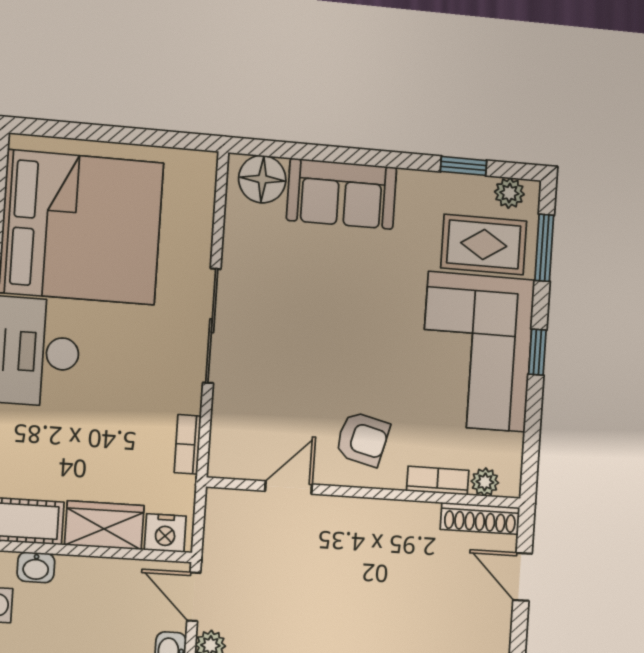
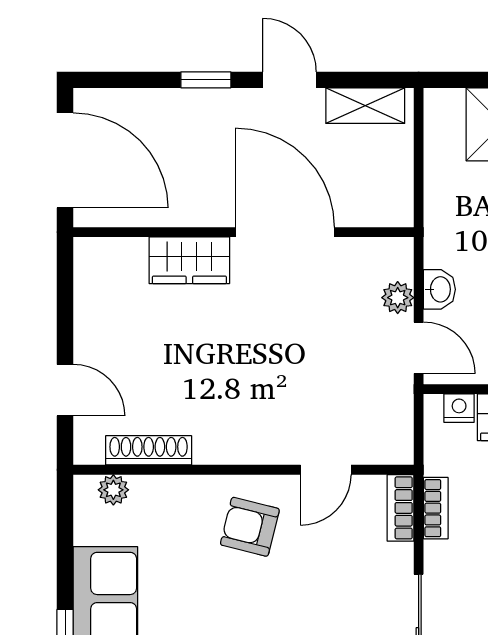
bookcase: (438, 481) -> (400, 508), moved, turned 90
shoe rack: (480, 518) -> (149, 450), moved
nightstand: (165, 533) -> (459, 408), width x0.72, depth x0.74

